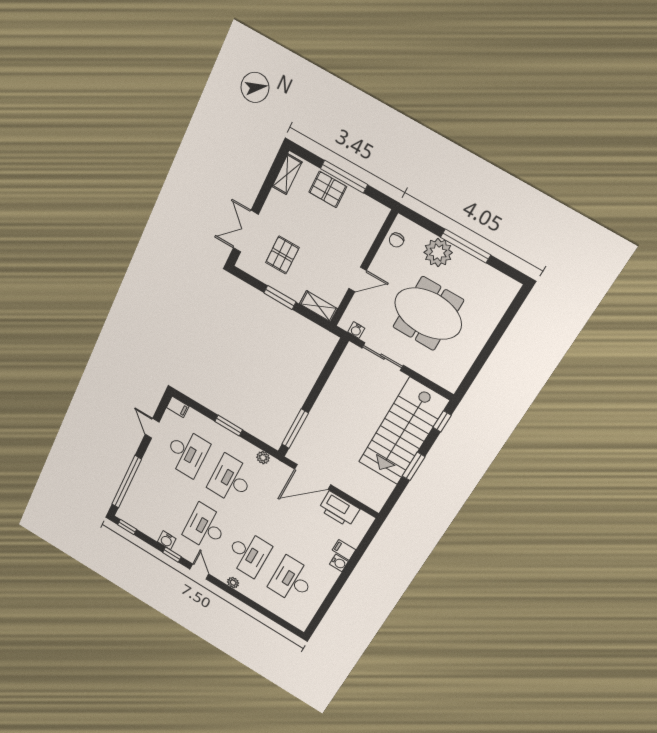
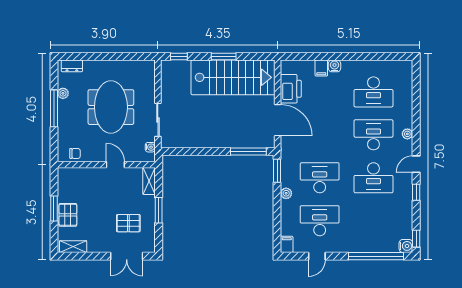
window: (344, 177) -> (54, 209), width x0.69
plant: (438, 252) -> (63, 93), moved, width x0.53, depth x0.53
dresser: (505, 297) -> (72, 66), added
window: (229, 426) -> (277, 171), moved
stairs: (403, 432) -> (233, 77), moved
plant: (263, 458) -> (286, 193), moved
desk: (231, 479) -> (320, 178), turned 180
water cooler: (167, 540) -> (406, 246), moved

